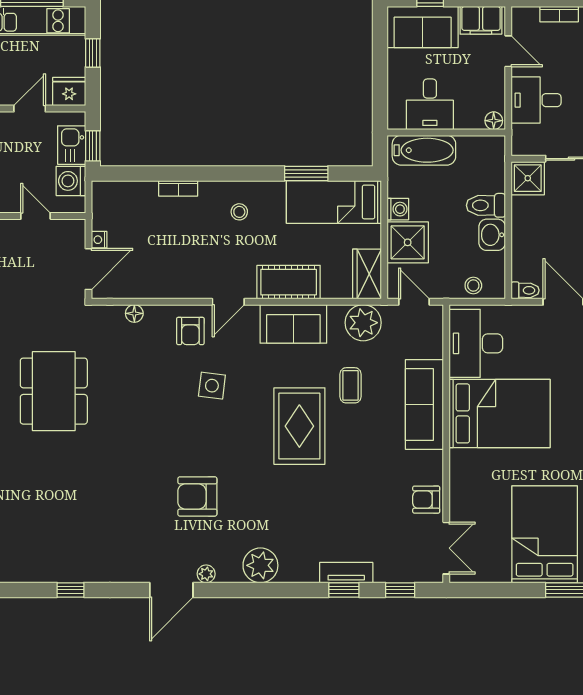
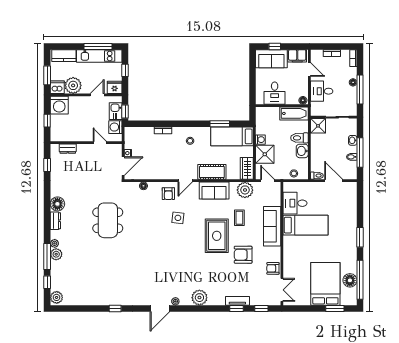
bathtub: (424, 150) -> (294, 113), moved
desk: (476, 343) -> (295, 203), width x0.73
bed: (500, 413) -> (306, 225), width x0.67
armchair: (197, 496) -> (243, 255), moved

